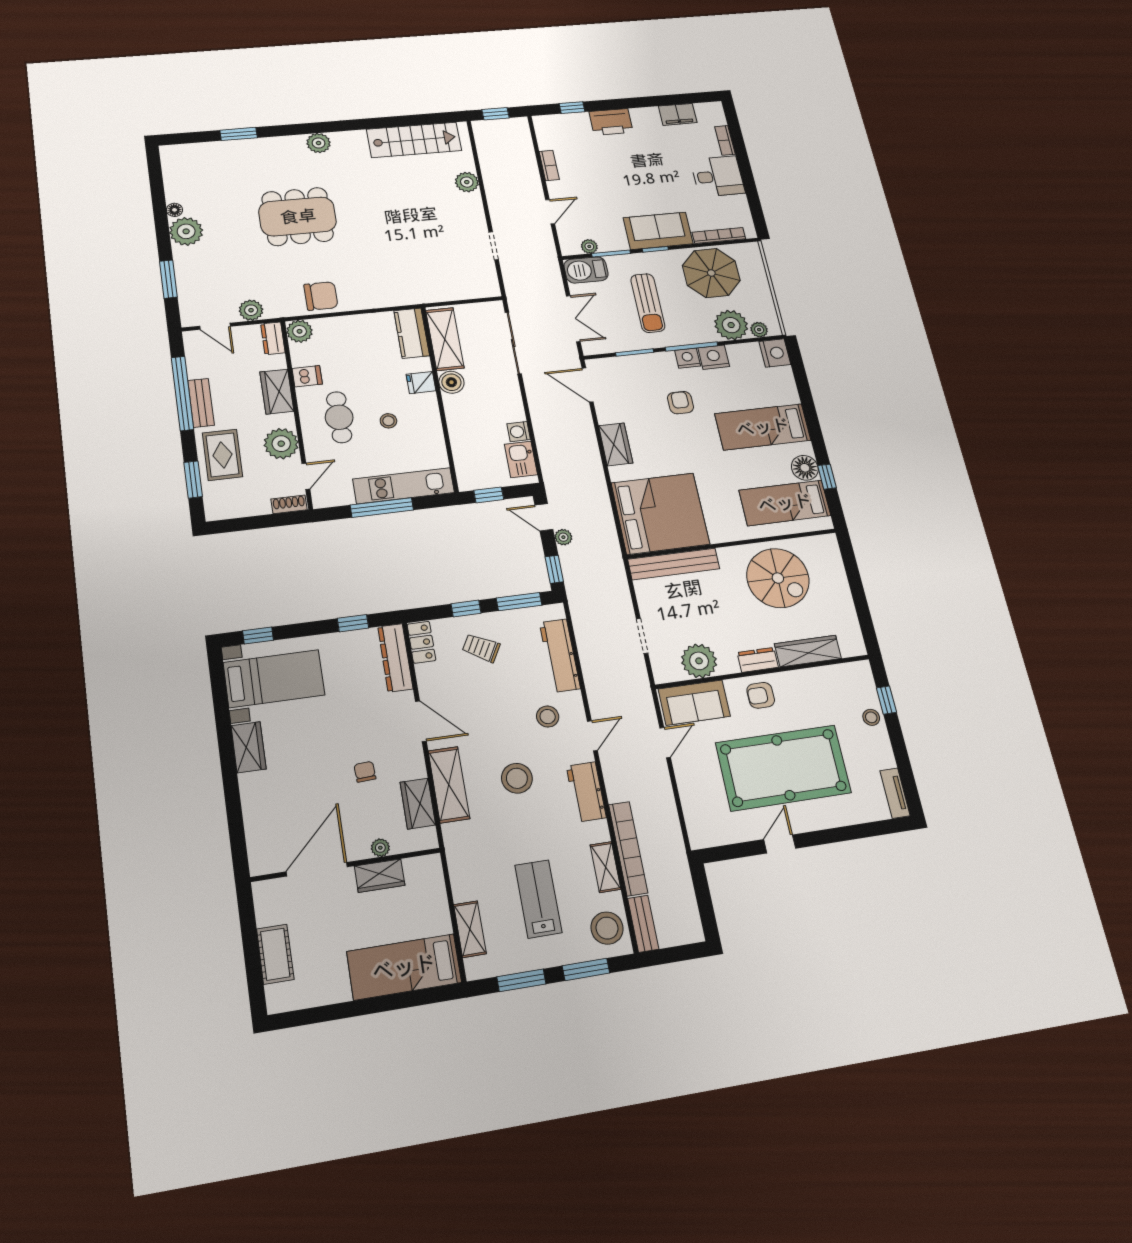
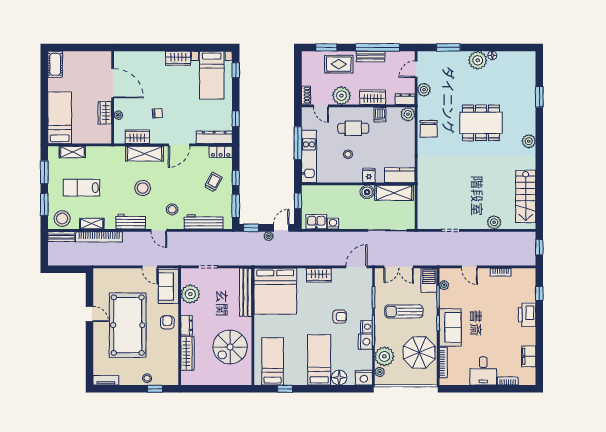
dining table: (298, 216) -> (481, 123), turned 90
floor lamp: (805, 468) -> (339, 378), moved
lab bench: (538, 899) -> (81, 188), turned 180
cot: (275, 954) -> (55, 64), moved, turned 90

